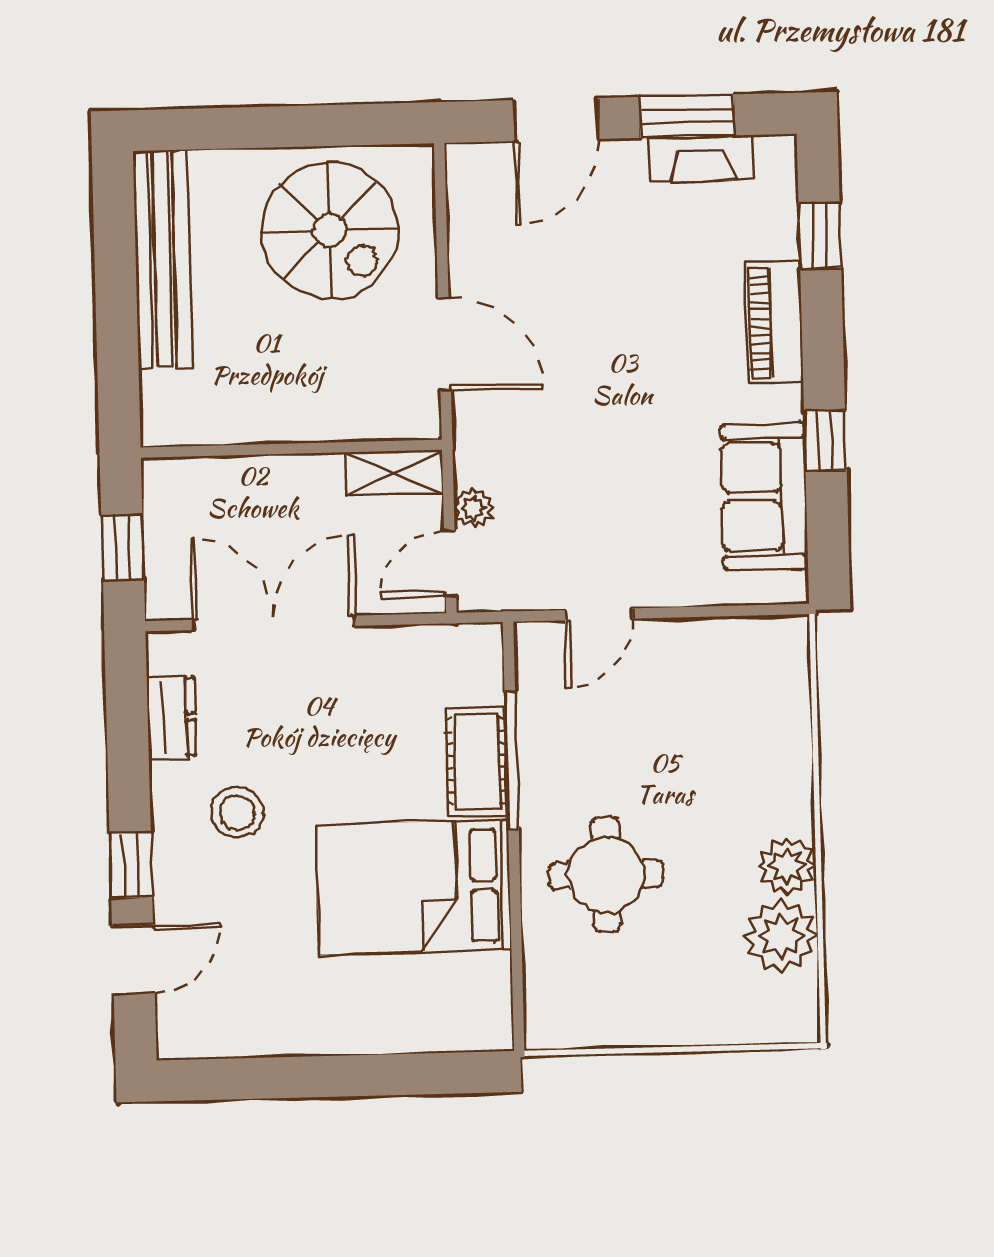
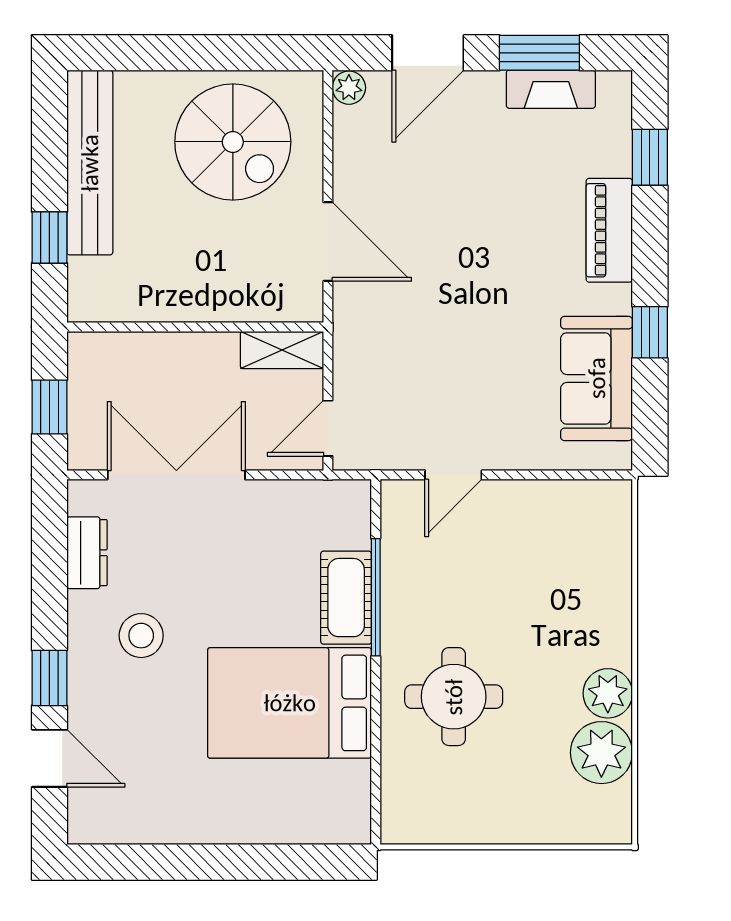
window: (117, 348) -> (49, 237), added
plant: (473, 508) -> (349, 88), moved
door: (133, 959) -> (49, 758), hinge flipped

